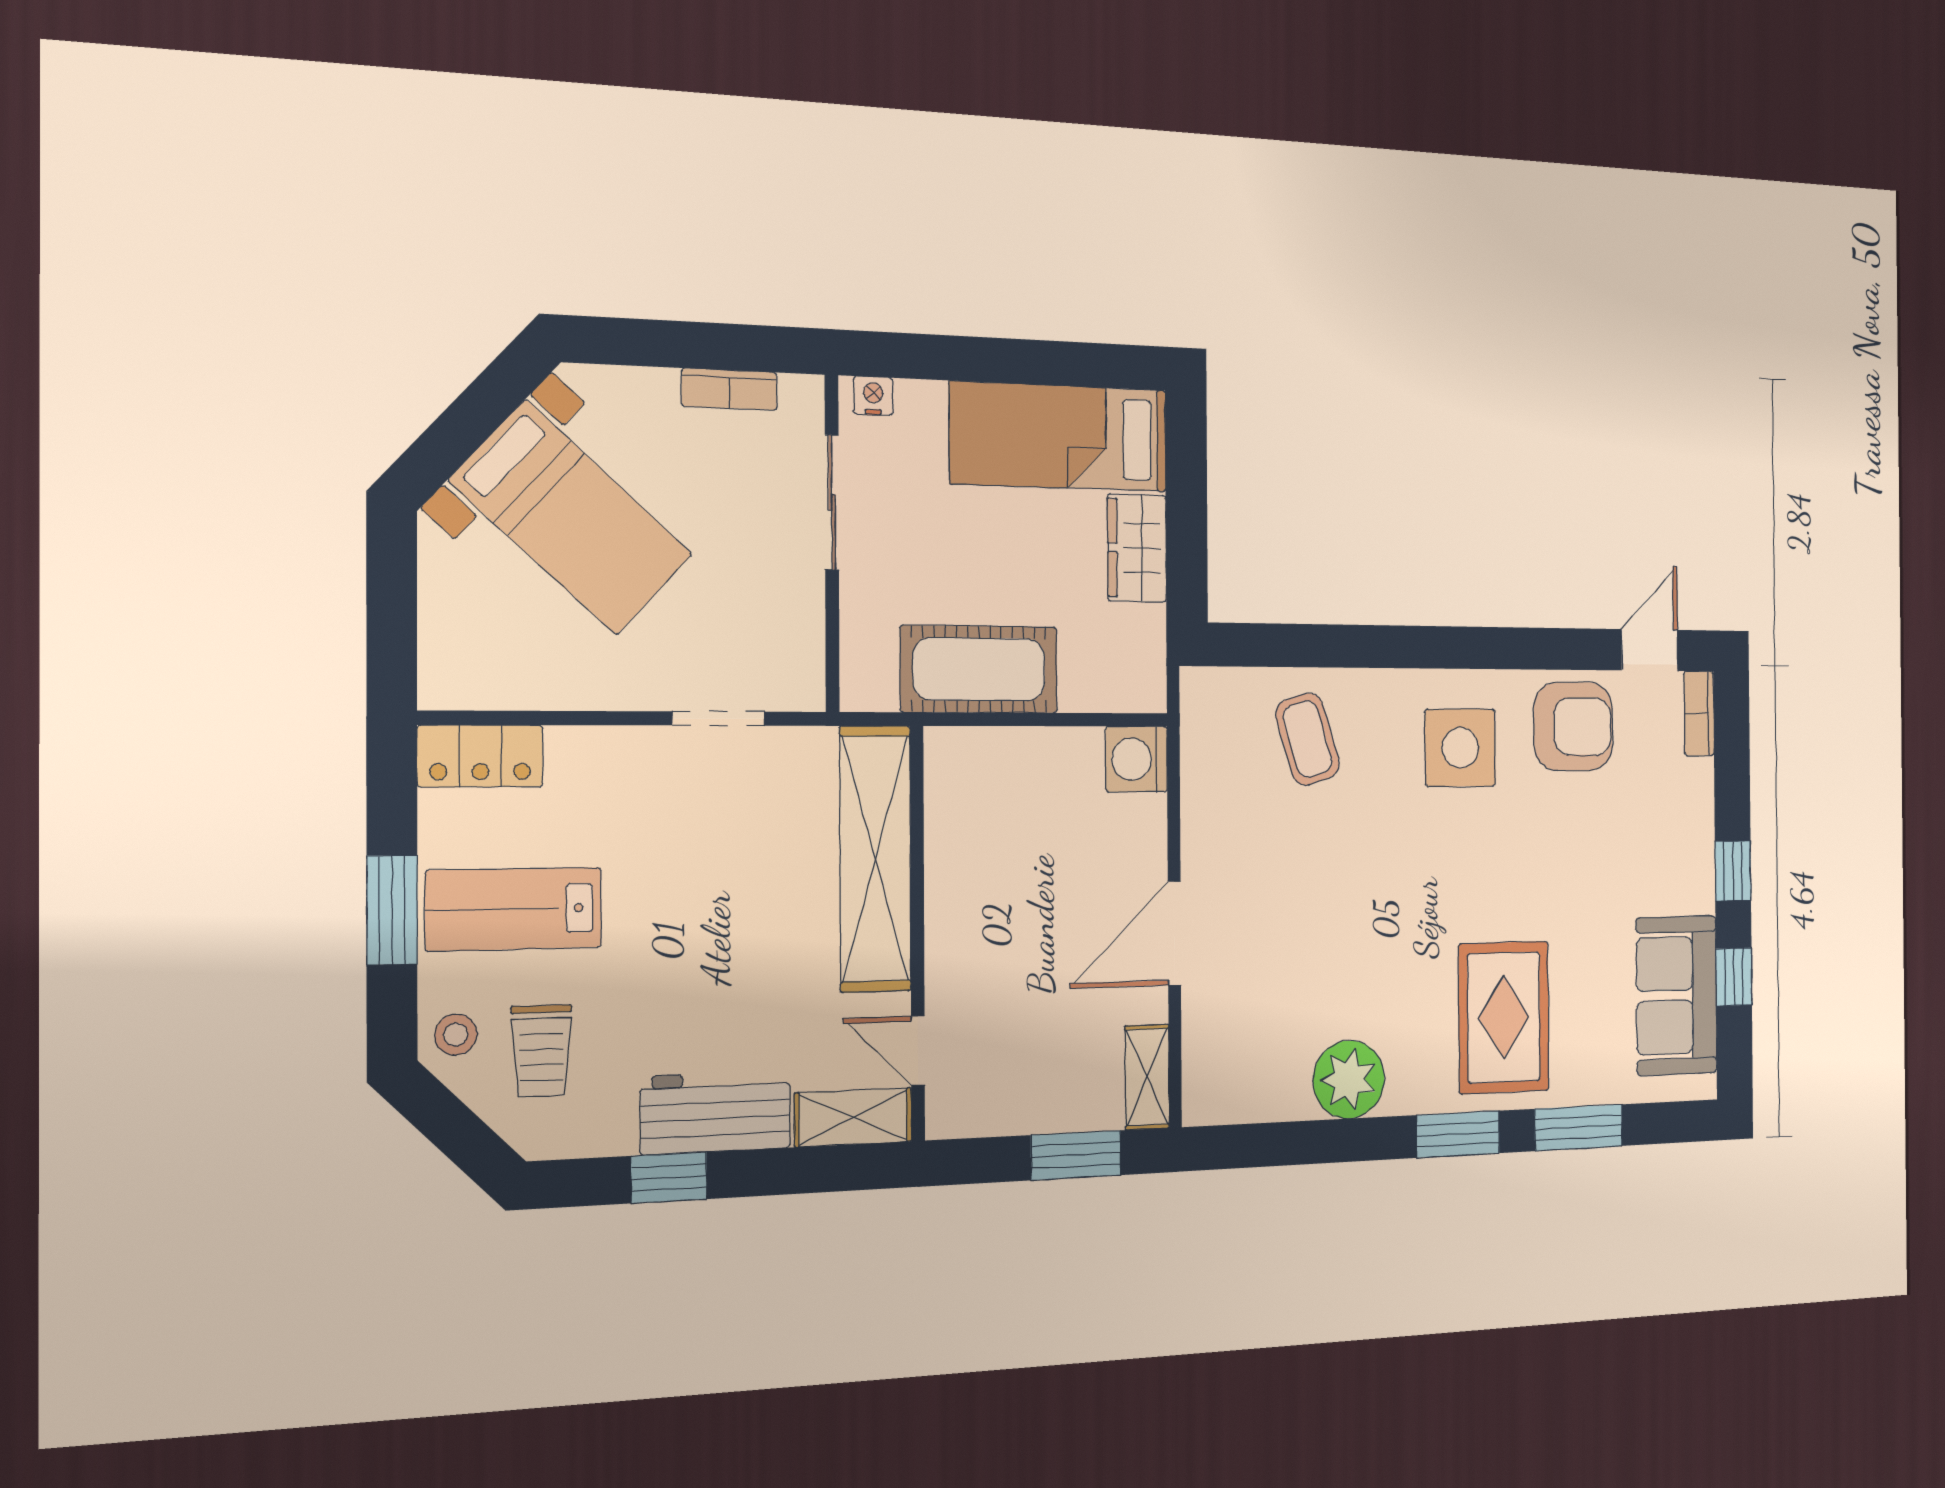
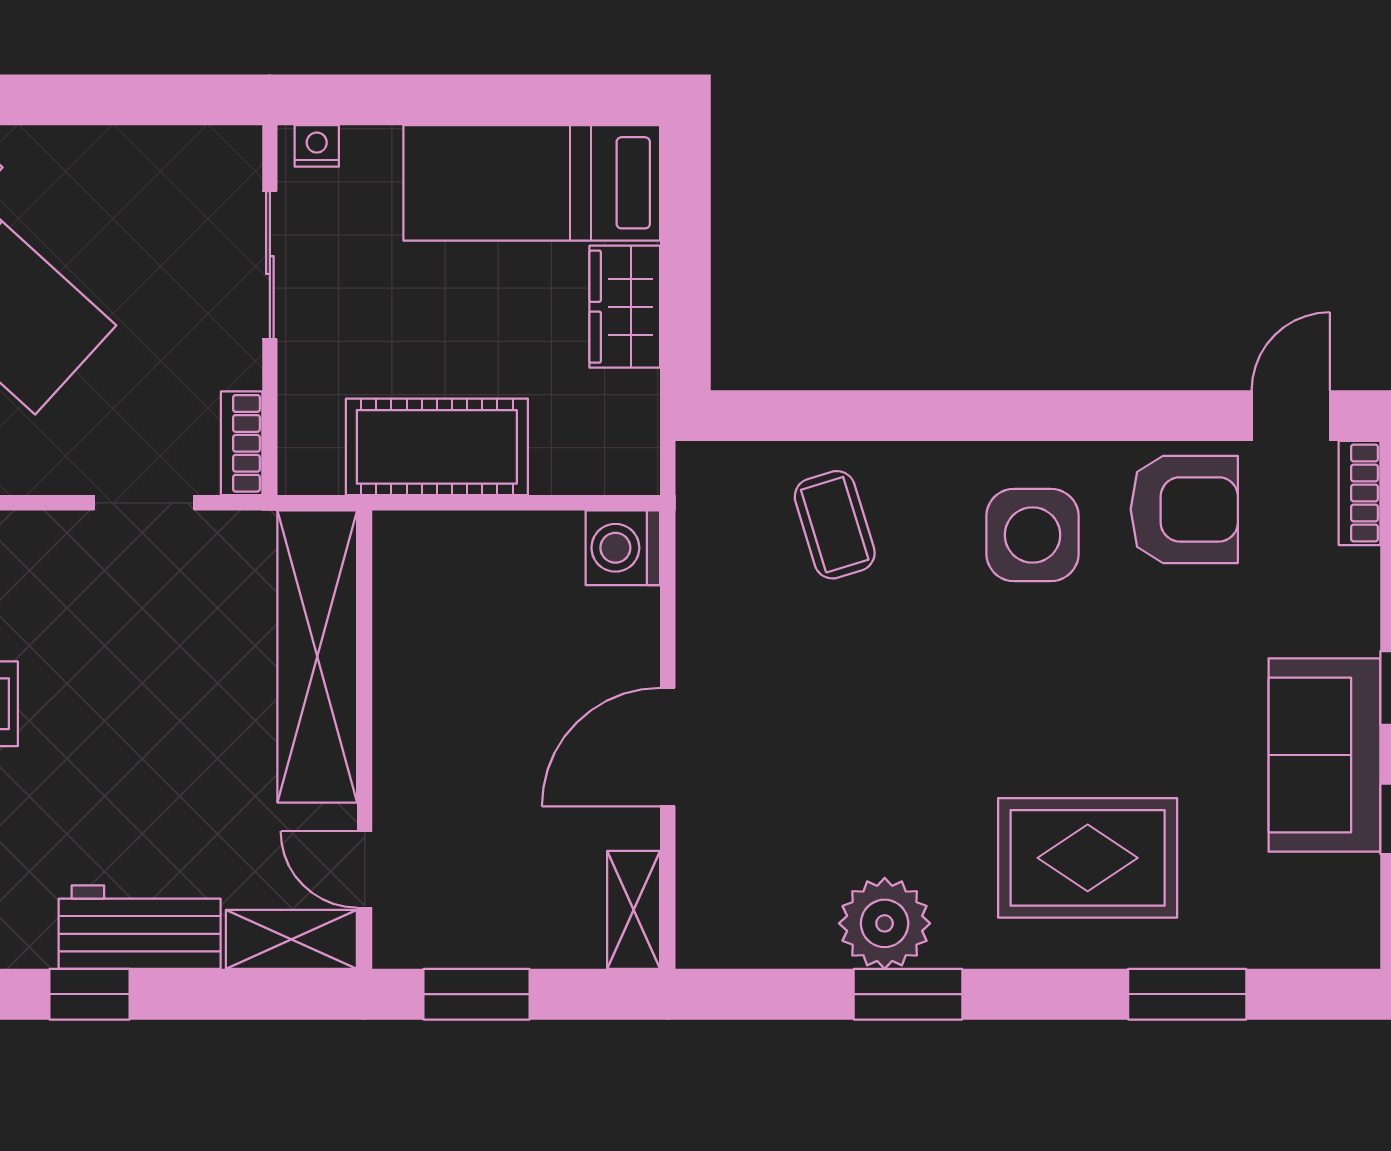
bookcase: (729, 389) -> (242, 443), moved, turned 90
sofa: (1677, 995) -> (1324, 755), moved
rug: (1504, 1017) -> (1088, 858), turned 90
window: (1458, 1134) -> (908, 994), moved
window: (1076, 1155) -> (477, 994), moved

